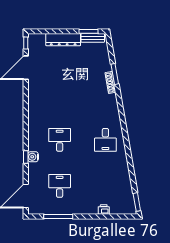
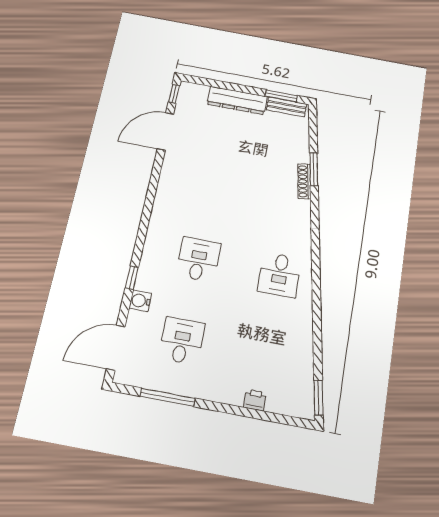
water cooler: (33, 157) -> (140, 301), moved

